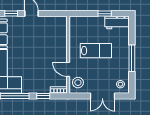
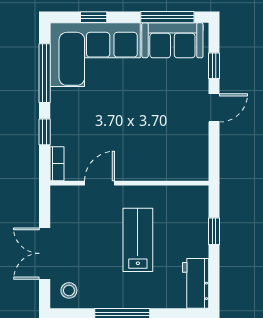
window: (105, 14) -> (214, 231), moved
lab bench: (96, 51) -> (138, 240), turned 180
stool: (78, 83) -> (72, 203), removed

